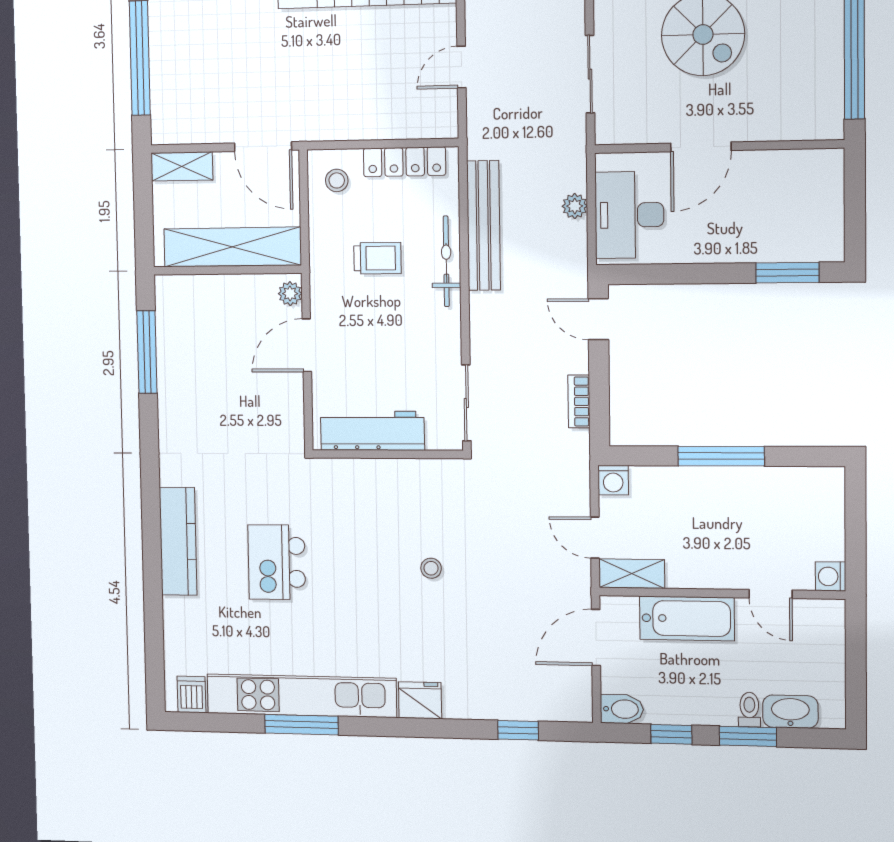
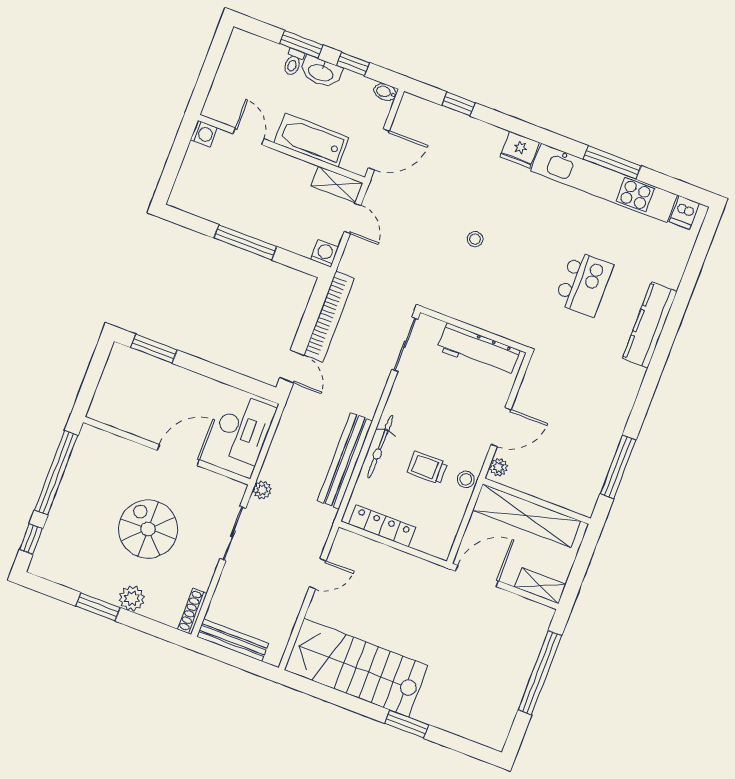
door: (263, 147) -> (477, 576), hinge flipped
stool: (337, 180) -> (466, 479), moved
plant: (575, 206) -> (262, 490), moved
bookcase: (579, 401) -> (329, 317), width x2.31, depth x1.31
bidet: (622, 709) -> (385, 92), width x0.72, depth x0.74
washbasin: (790, 712) -> (321, 72), moved

